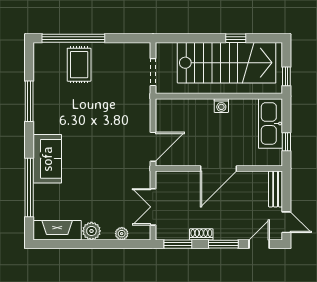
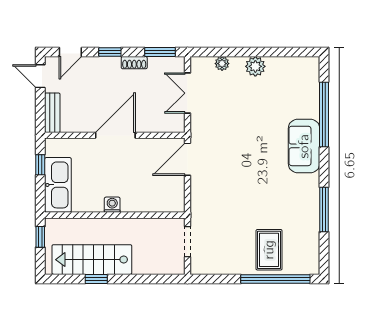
stairs: (227, 63) -> (92, 260), width x0.73, depth x0.66
double door: (153, 207) -> (187, 93), swing flipped
fireplace: (57, 230) -> (293, 67), removed
window: (223, 244) -> (110, 52), width x0.67

